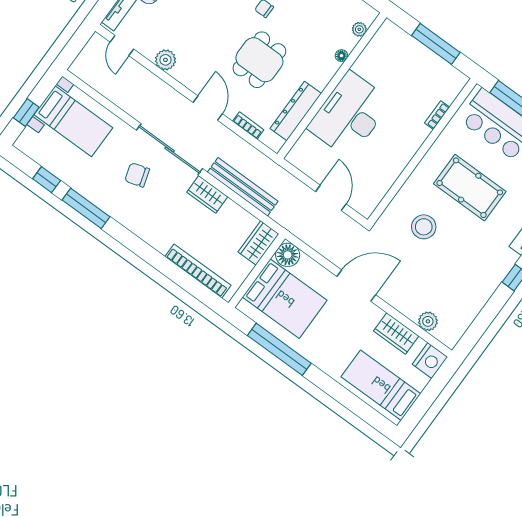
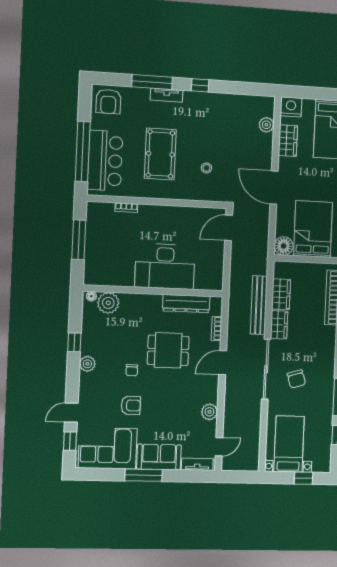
plant: (359, 29) -> (108, 303), width x1.87, depth x1.87
floor lamp: (341, 56) -> (91, 296), moved
door: (331, 198) -> (229, 228), moved
stool: (424, 227) -> (206, 168), width x0.53, depth x0.53
wardrobe: (258, 243) -> (281, 294), moved, turned -90

